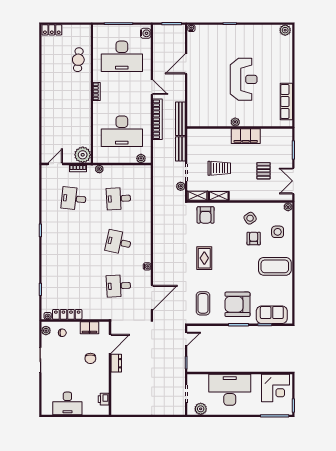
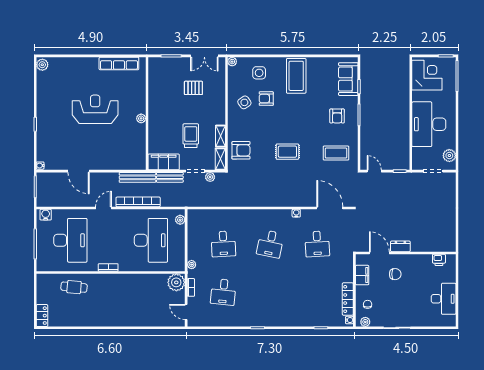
filing cabinet: (246, 136) -> (164, 162), moved, turned -90
armchair: (237, 304) -> (337, 116), width x0.53, depth x0.53

